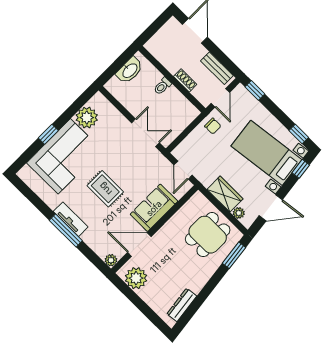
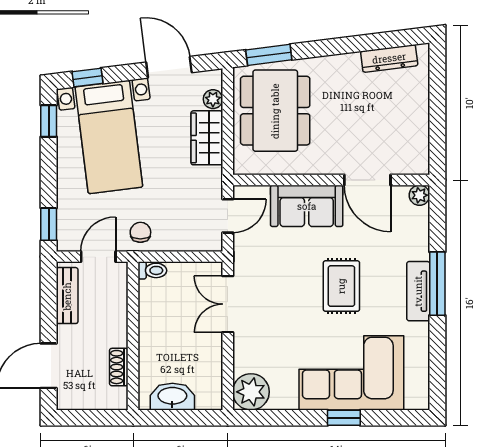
shoe rack: (185, 80) -> (119, 367), moved
toilet: (162, 86) -> (152, 270), moved
plant: (87, 118) -> (251, 392), moved
dining table: (208, 235) -> (275, 111), width x1.38
plant: (136, 278) -> (411, 144), removed

